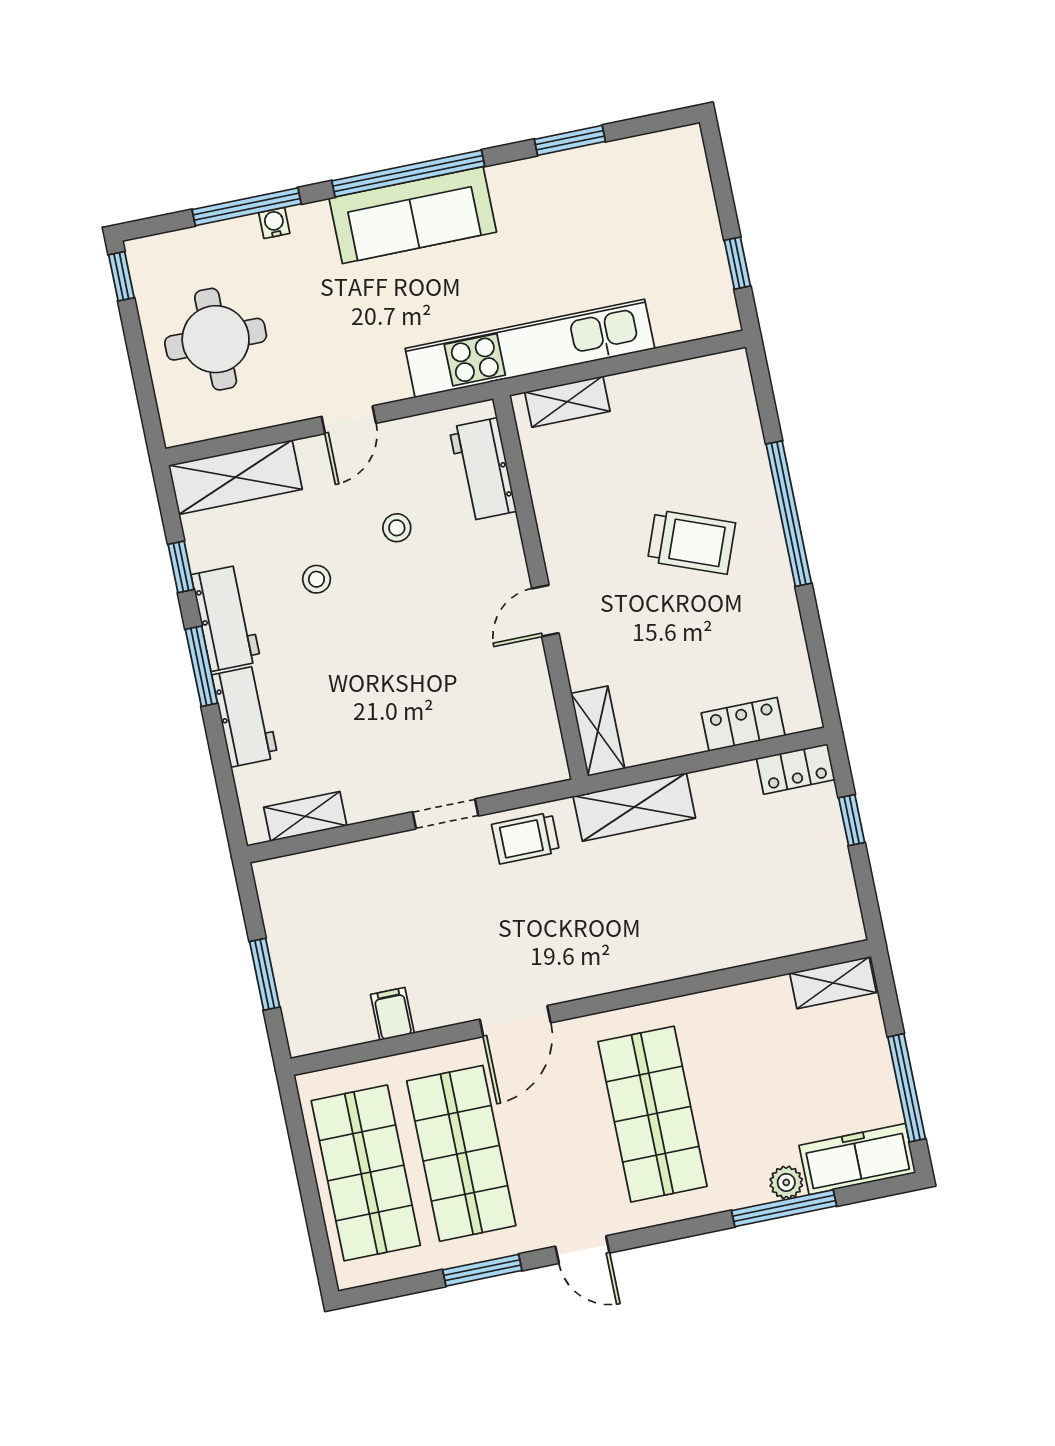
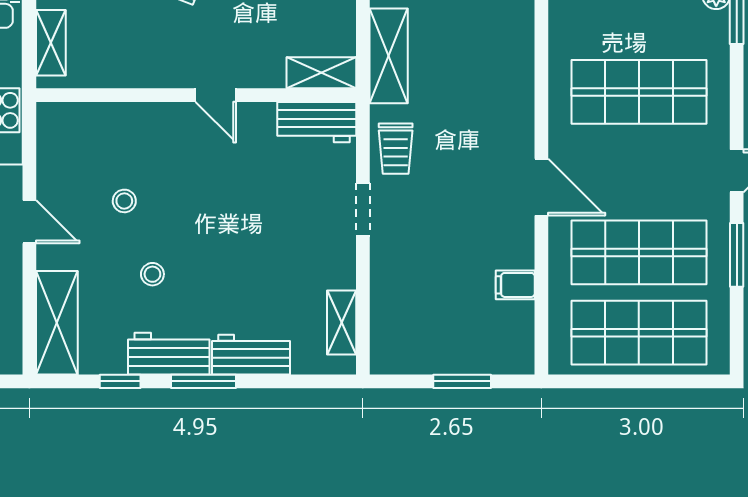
workbench: (483, 469) -> (317, 122), moved

